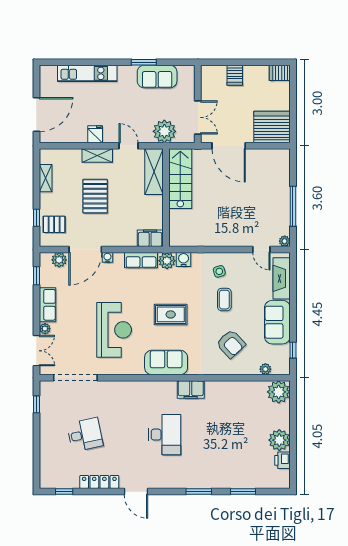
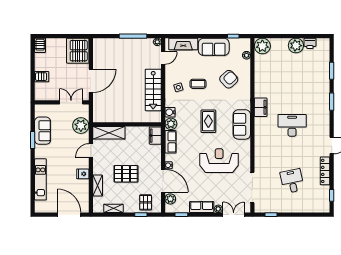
shelving: (97, 155) -> (98, 186), moved
stairs: (180, 179) -> (153, 90), moved, turned -90

